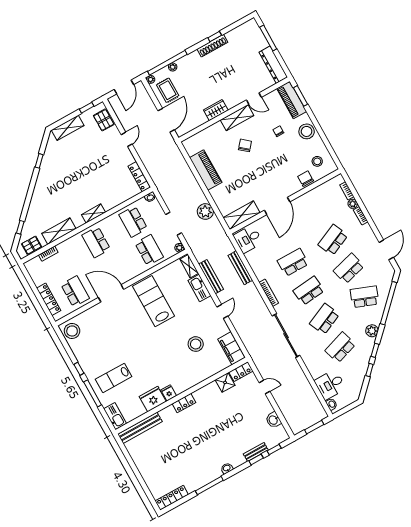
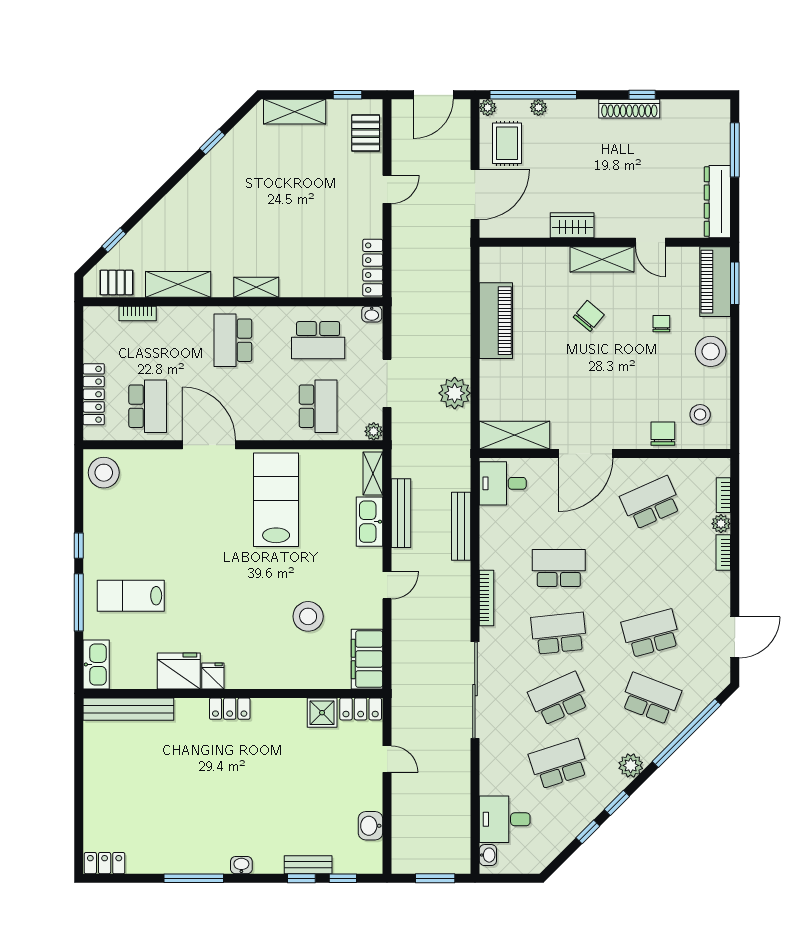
school desk: (133, 222) -> (318, 340), turned -90
school desk: (333, 240) -> (651, 503), moved
locker: (172, 498) -> (105, 863), width x0.66

